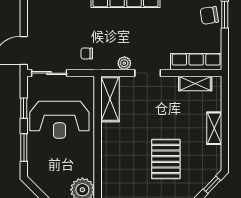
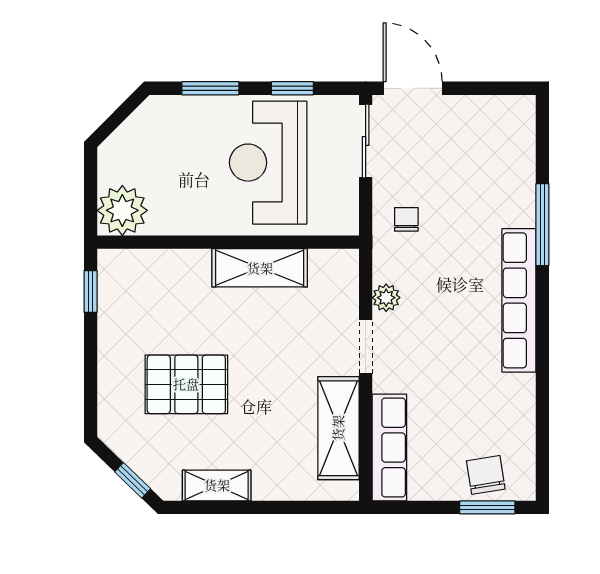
shelving: (195, 84) -> (338, 428), width x1.50, depth x1.33
shelving: (110, 99) -> (260, 268), moved
shelving: (214, 128) -> (217, 485), moved

